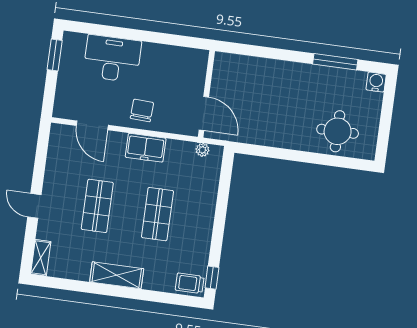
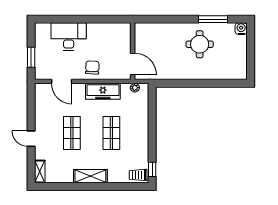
window: (55, 55) -> (31, 57), moved
round table: (338, 131) -> (200, 44), moved
freezer: (146, 148) -> (103, 91), width x1.40

